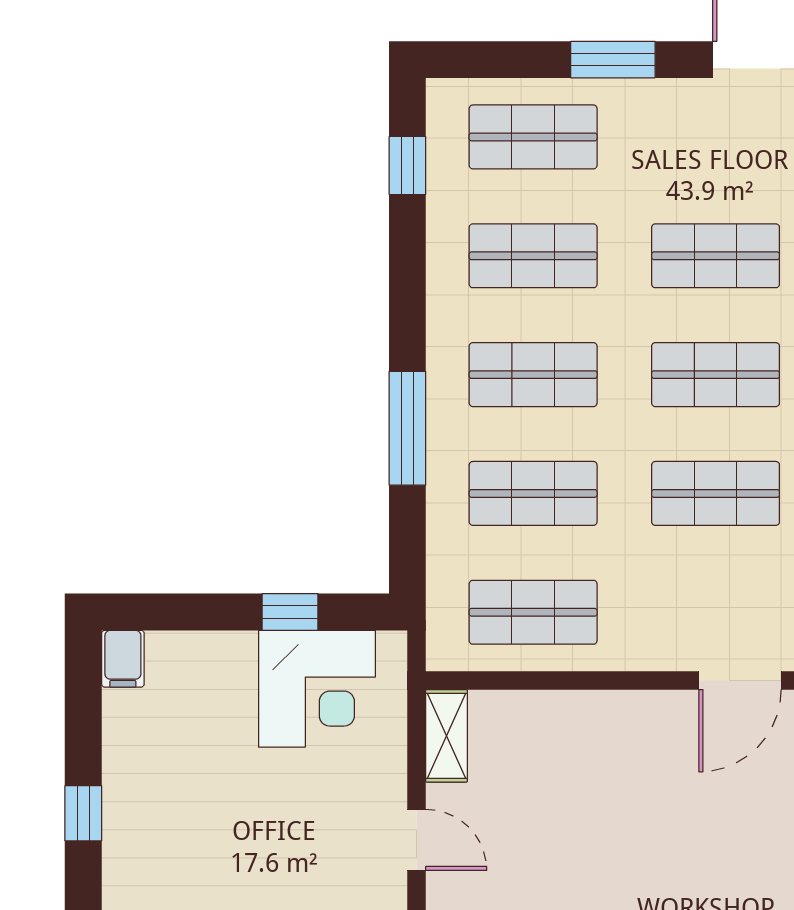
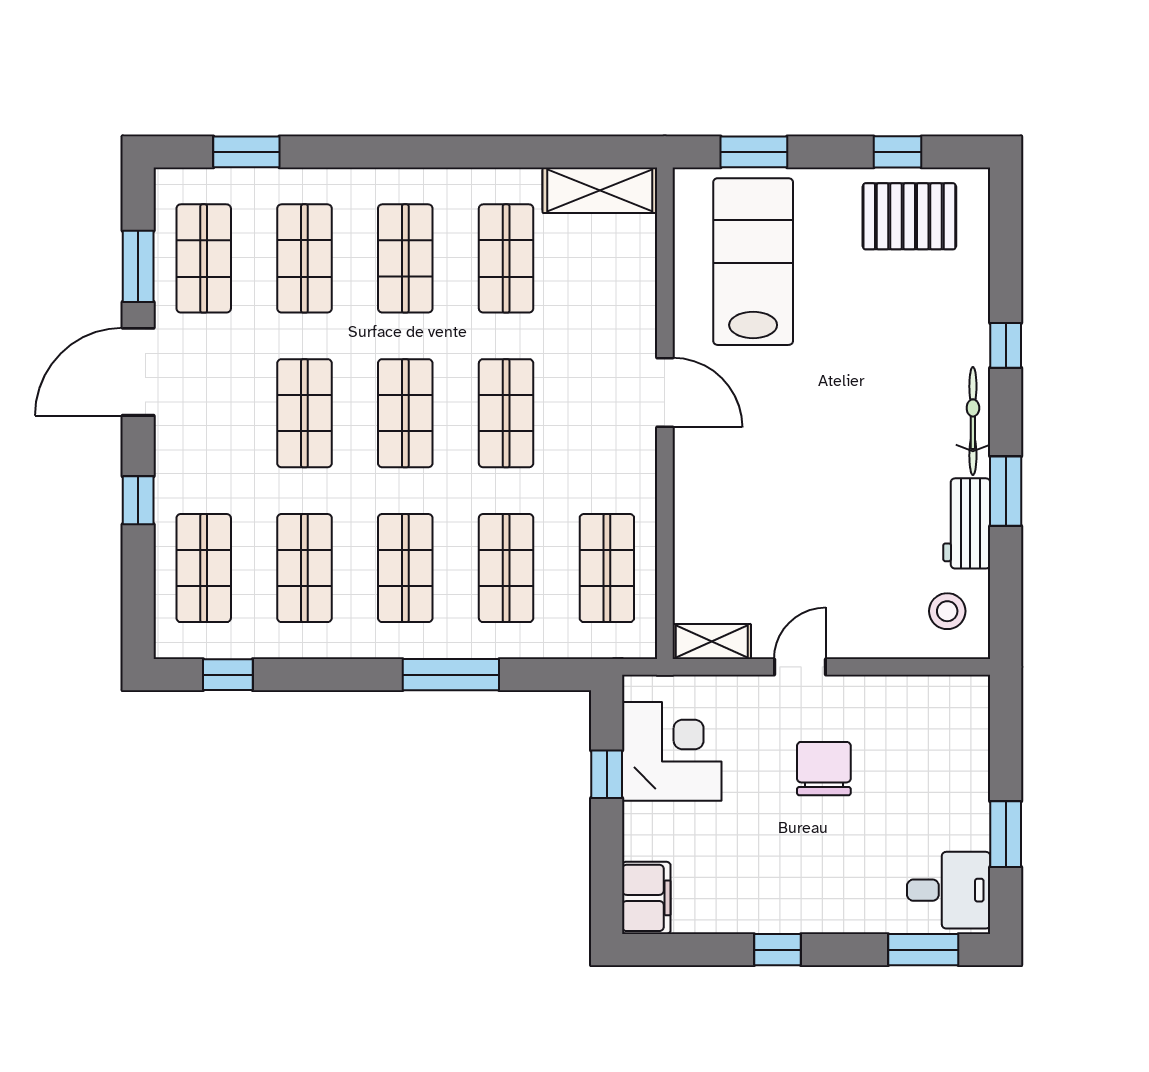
window: (613, 60) -> (138, 500), width x0.67
filing cabinet: (123, 659) -> (646, 898), width x2.00
chair: (297, 868) -> (824, 769), added

